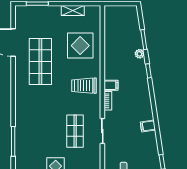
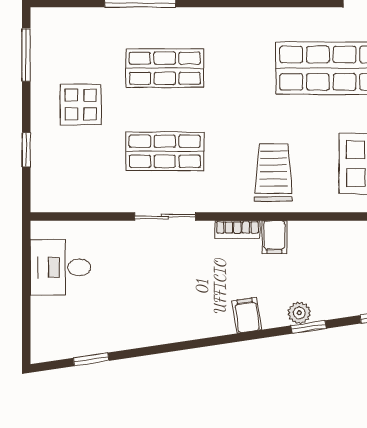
plant: (139, 54) -> (299, 313), moved
filing cabinet: (148, 126) -> (247, 315), moved
shop shelf: (40, 131) -> (165, 68), added

